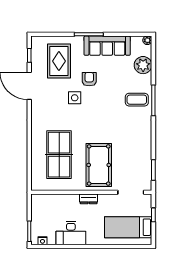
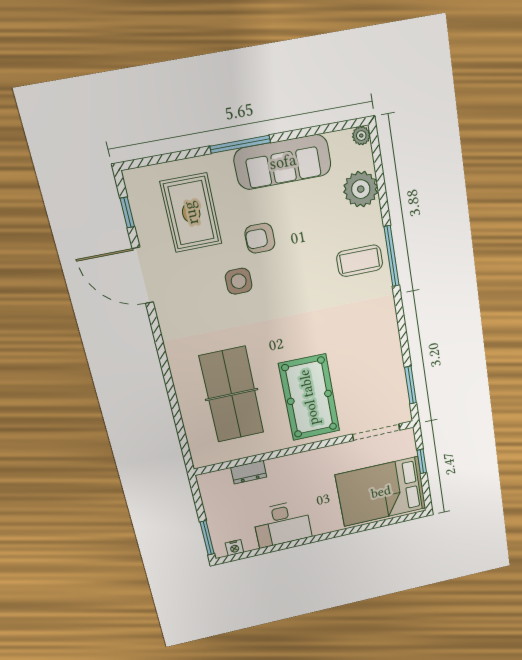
armchair: (89, 79) -> (260, 238), turned -90
dresser: (89, 199) -> (249, 472), moved
bed: (128, 227) -> (381, 492), width x1.50

